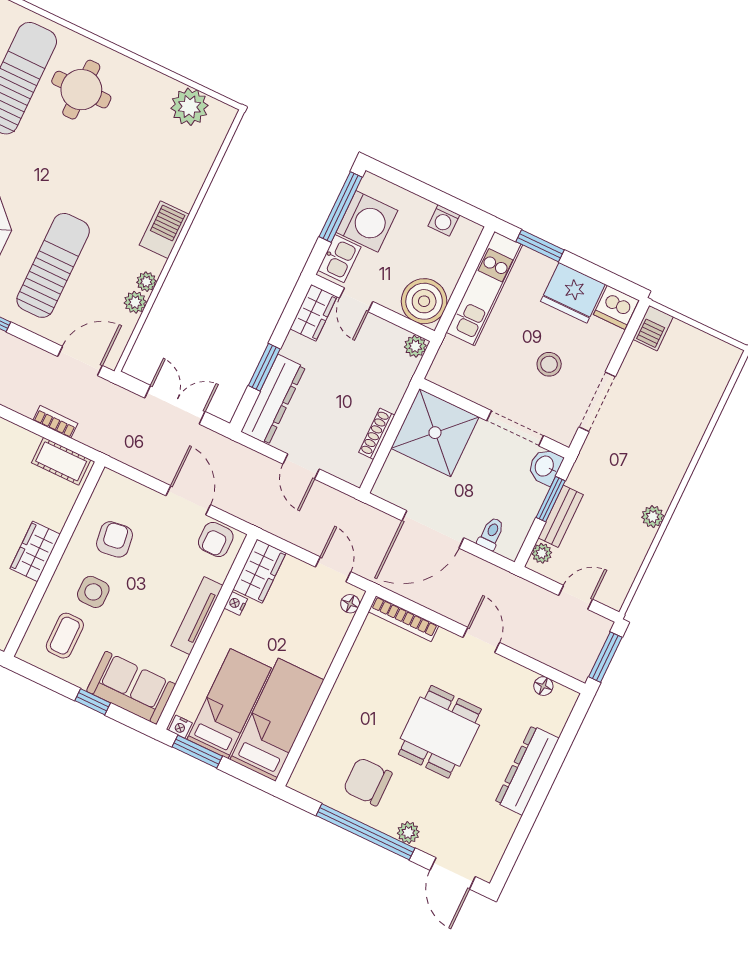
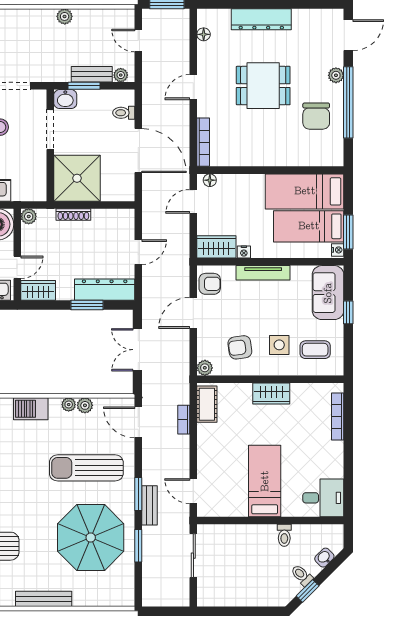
shoe rack: (377, 434) -> (73, 214), moved
plant: (110, 481) -> (205, 368), added

